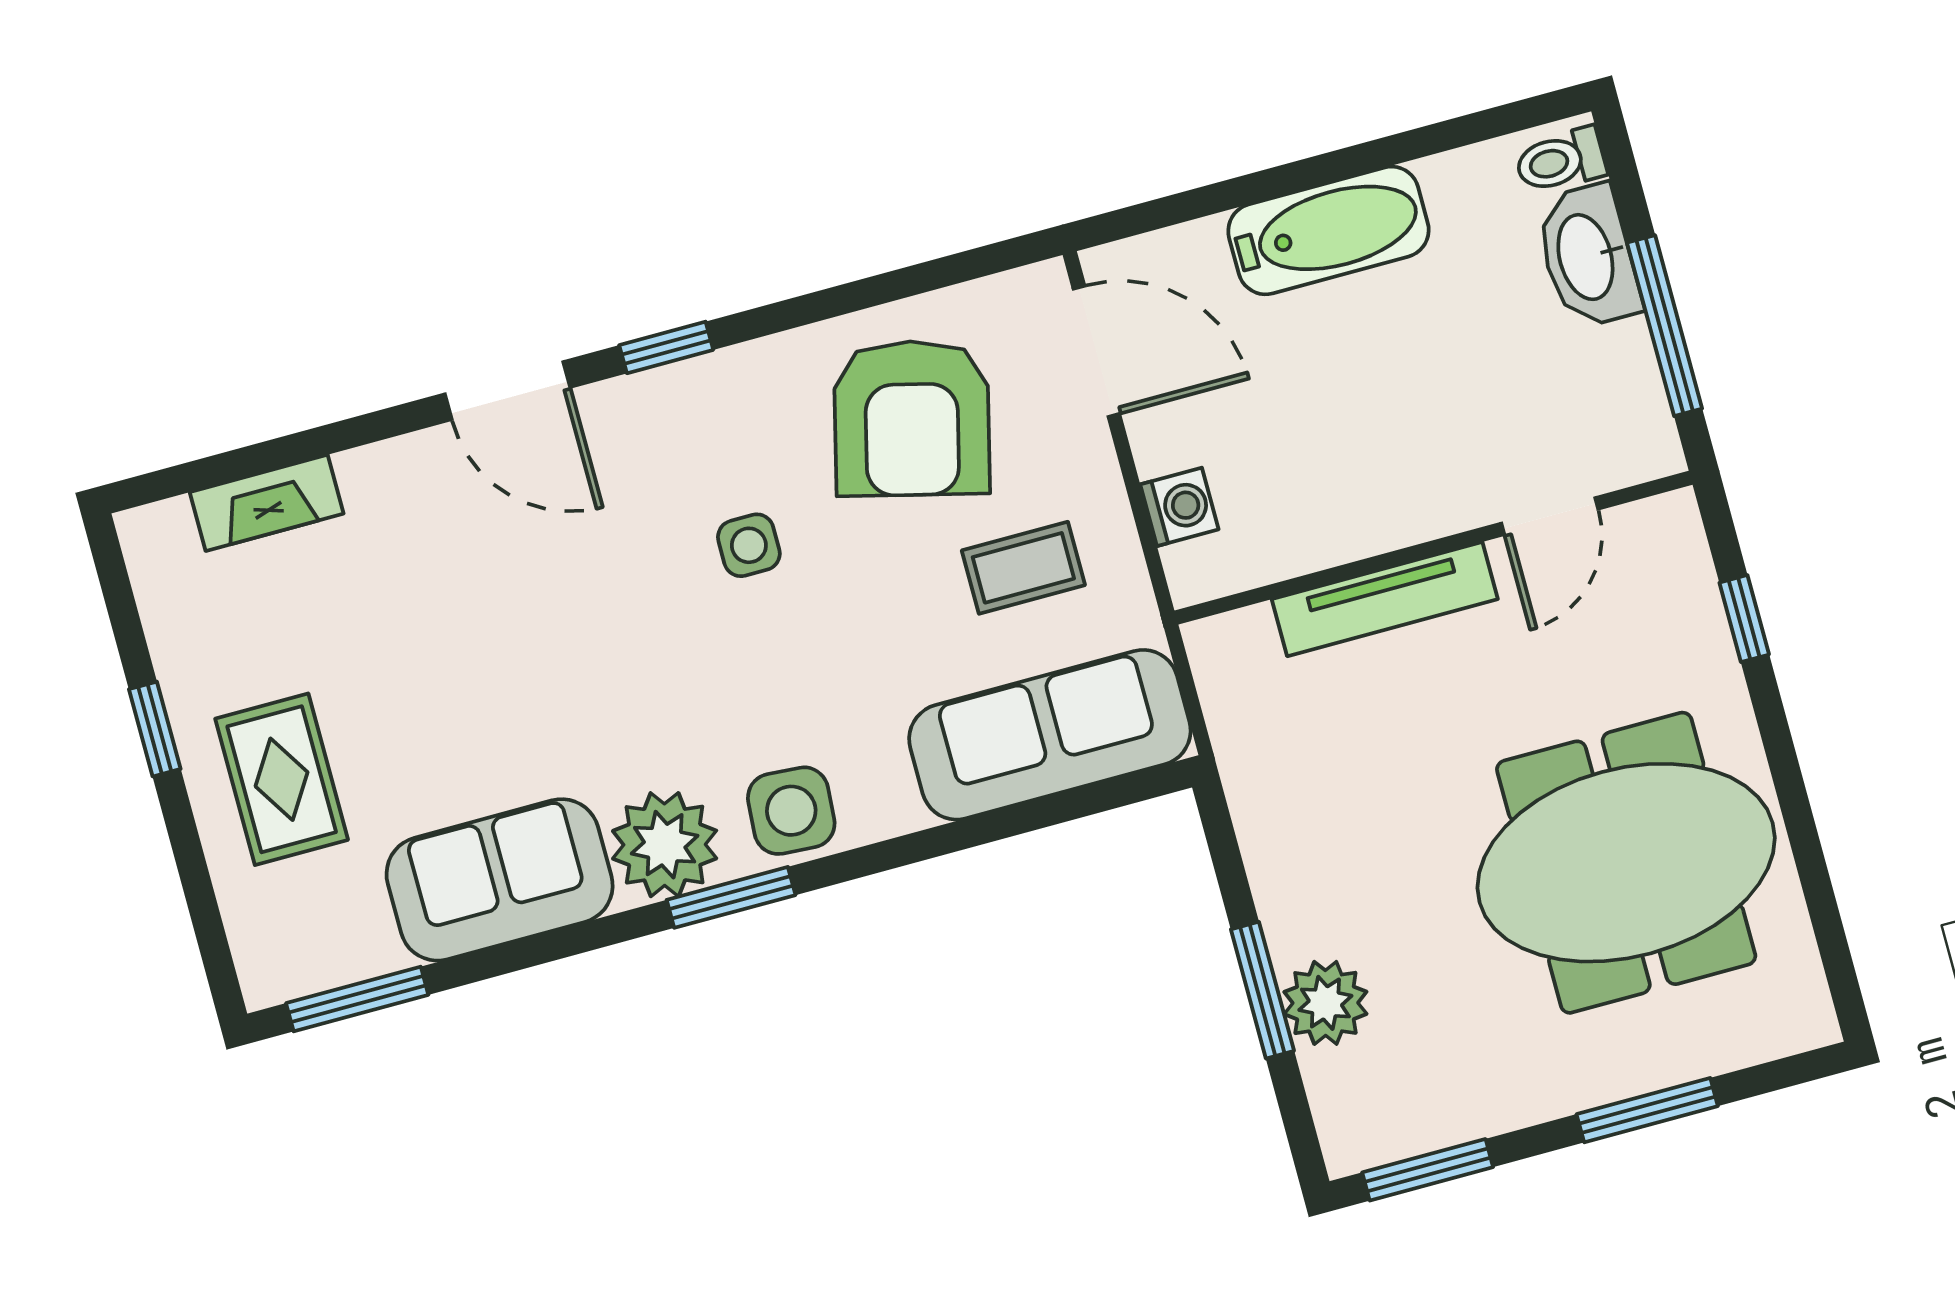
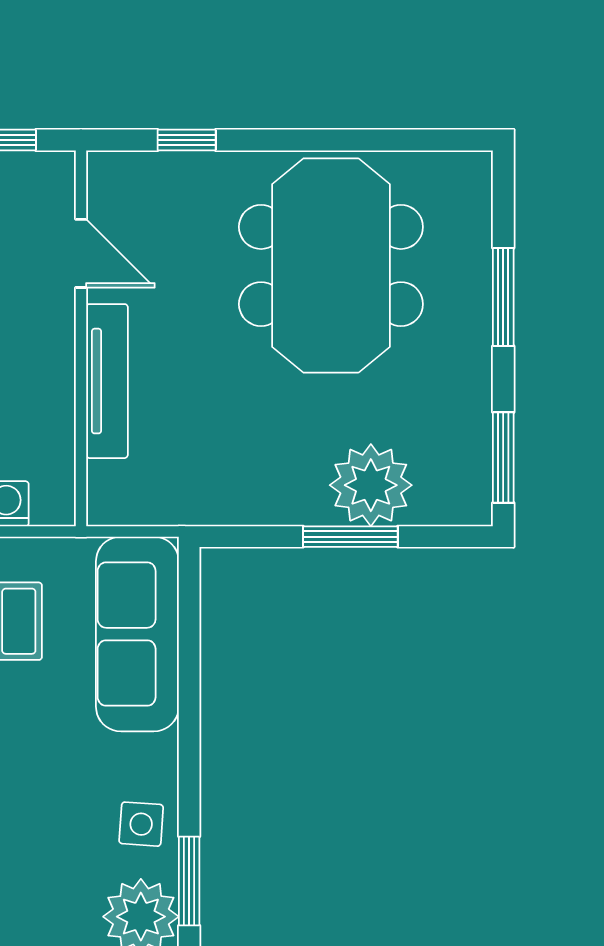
side table: (791, 811) -> (141, 824), width x0.73, depth x0.73
plant: (1325, 1003) -> (371, 485), width x1.36, depth x1.36

